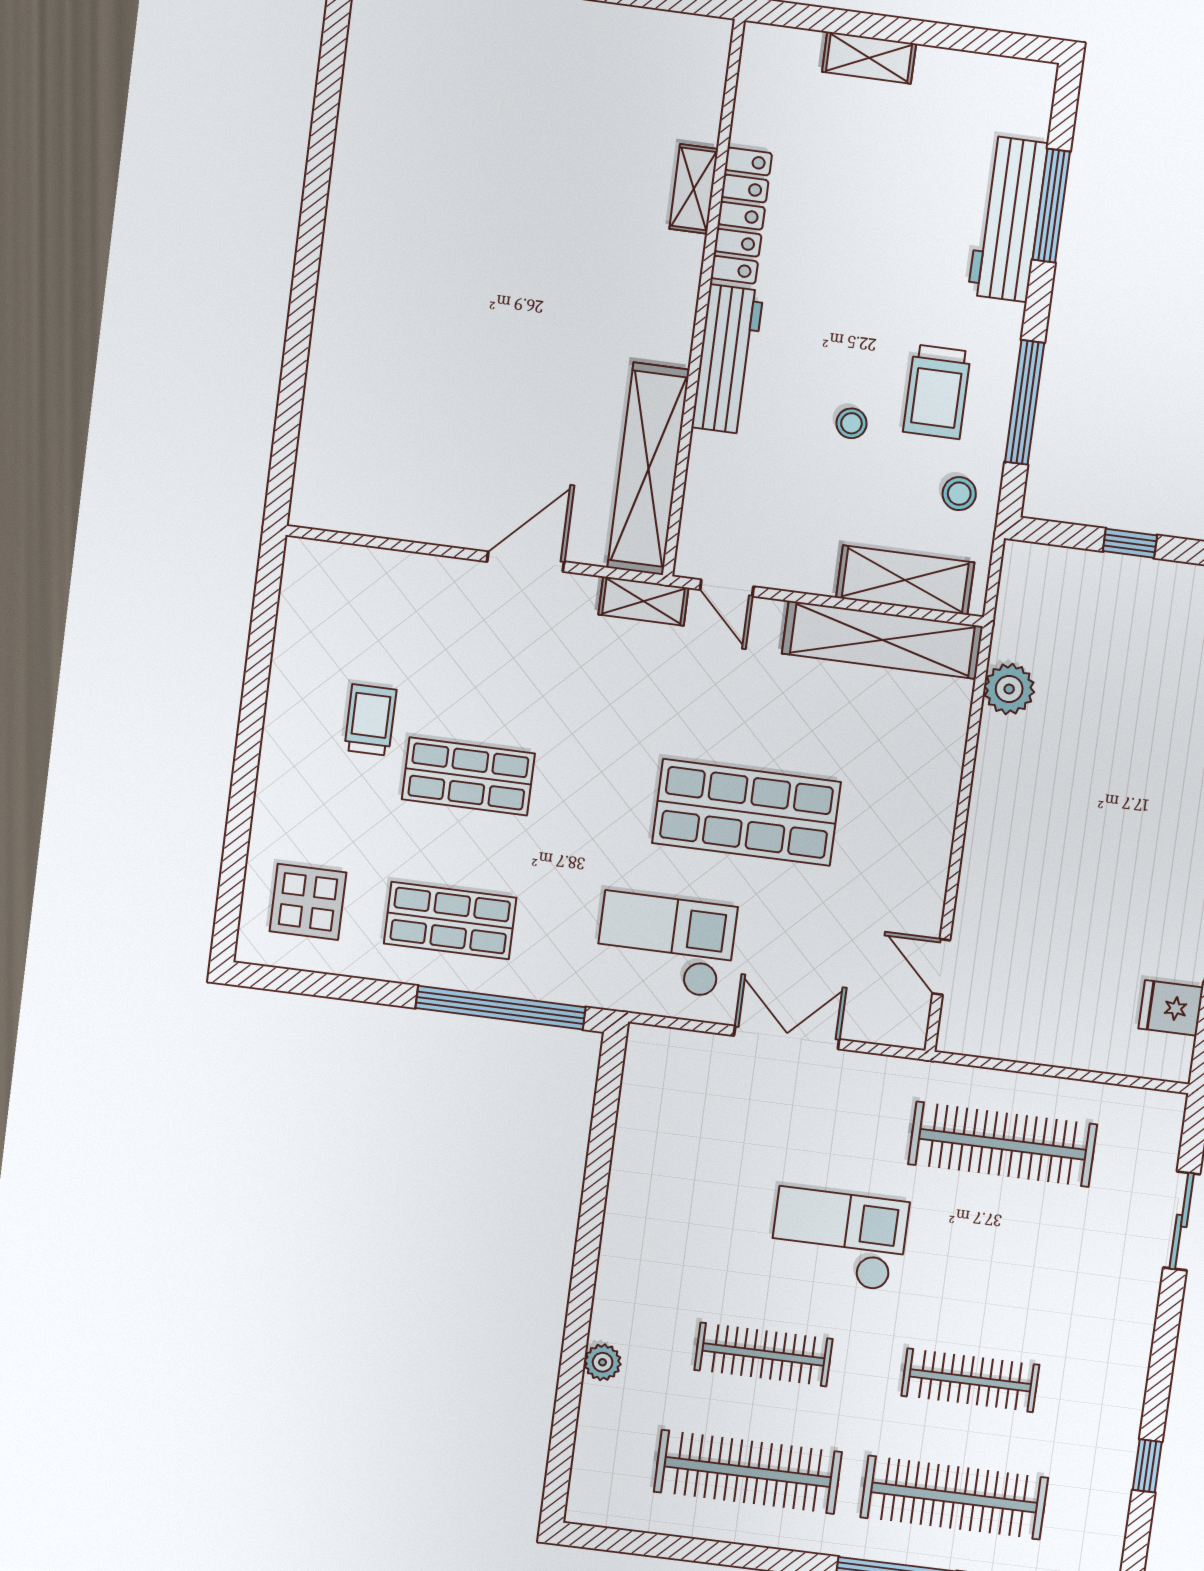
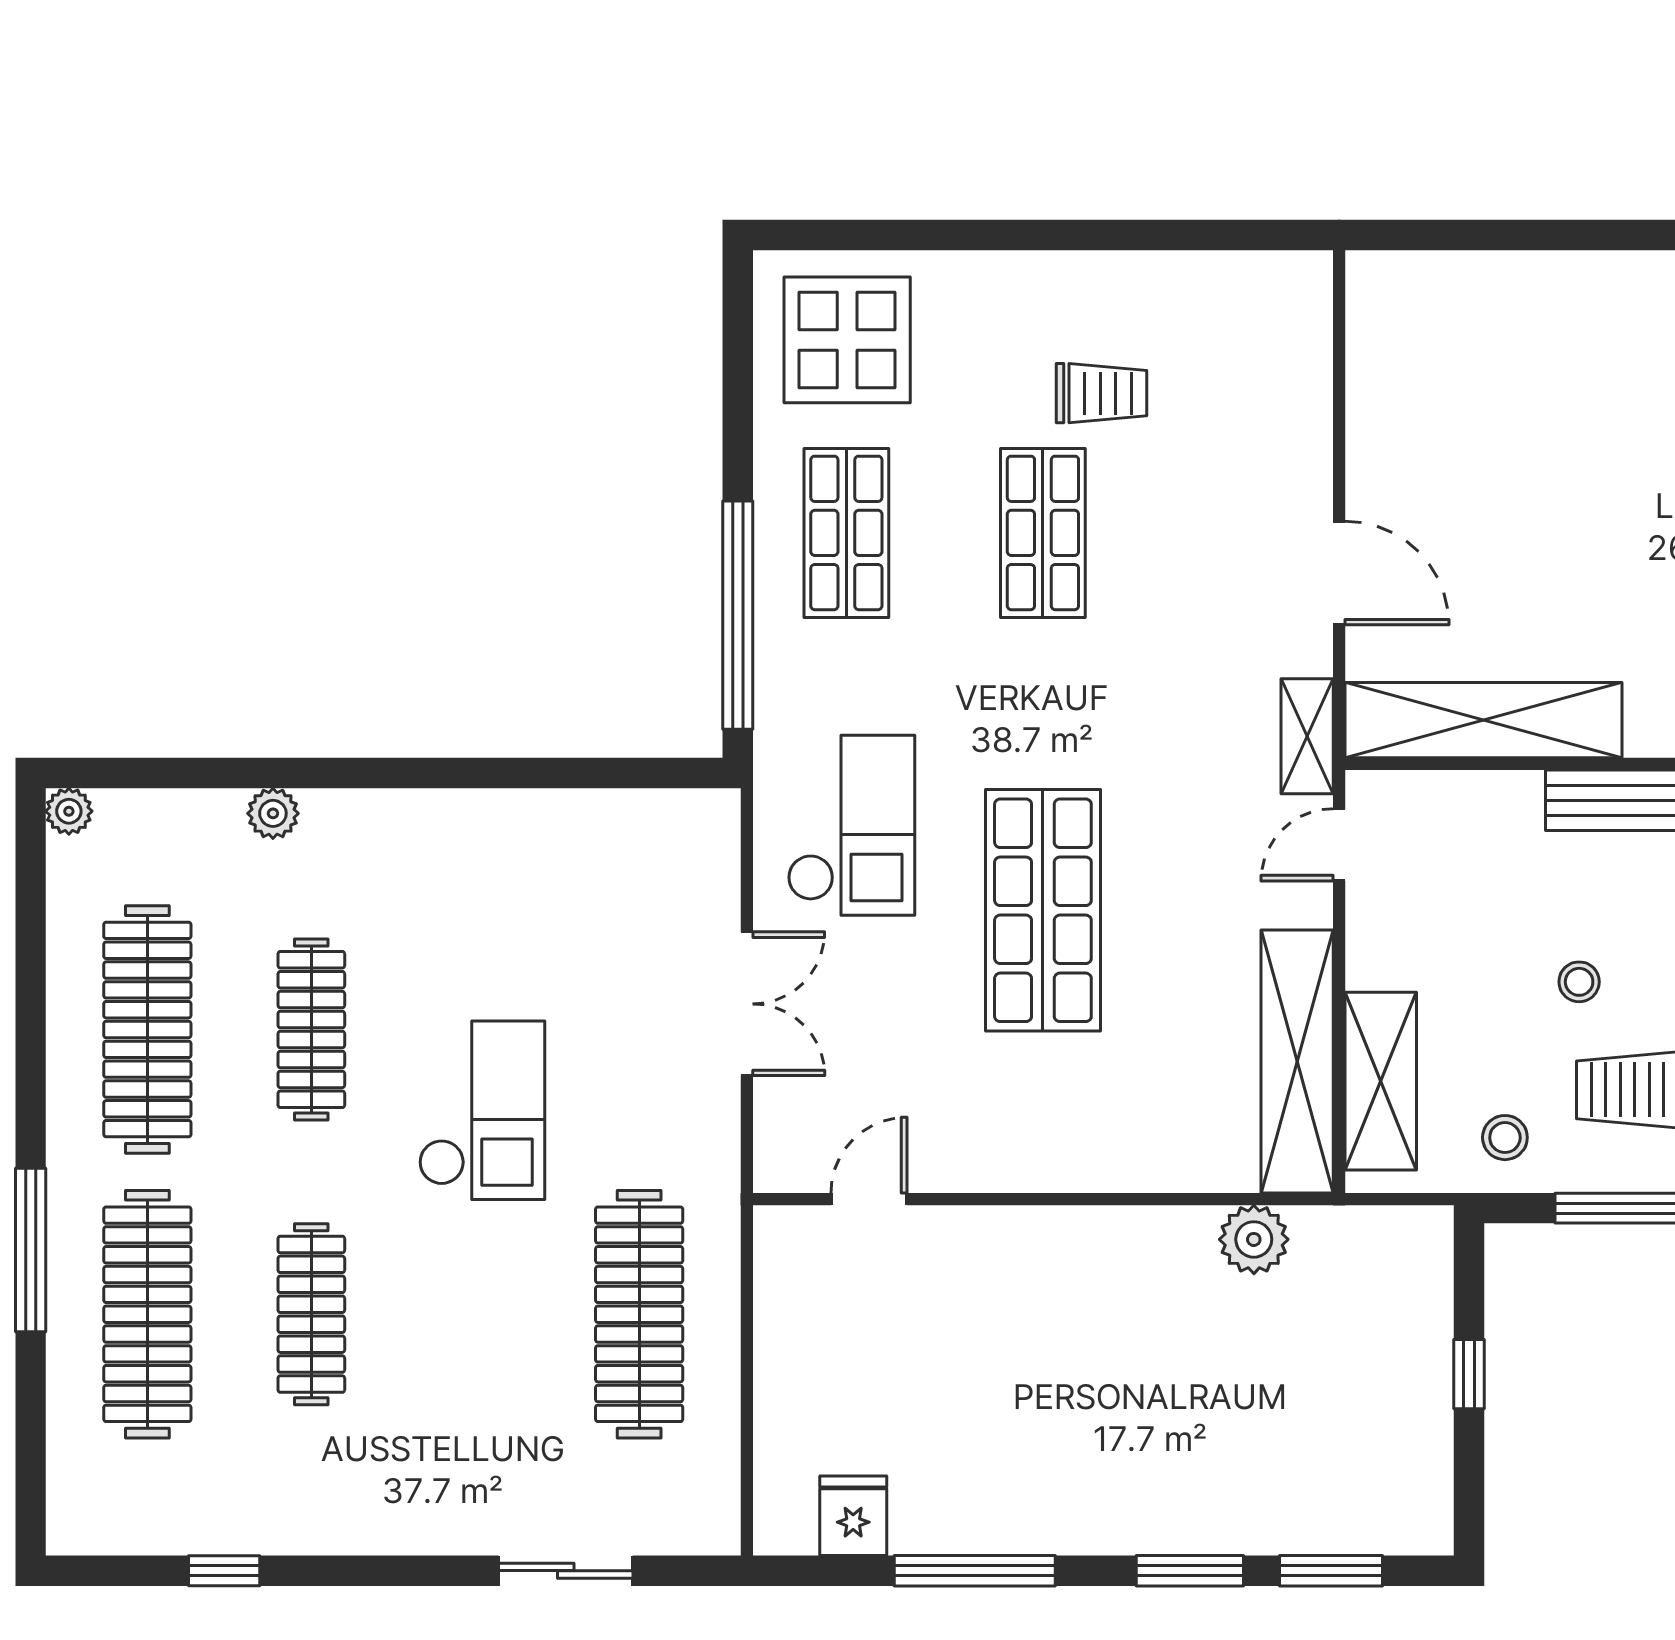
display table: (308, 902) -> (847, 340), width x1.36, depth x1.36
plant: (582, 1508) -> (69, 811), added

